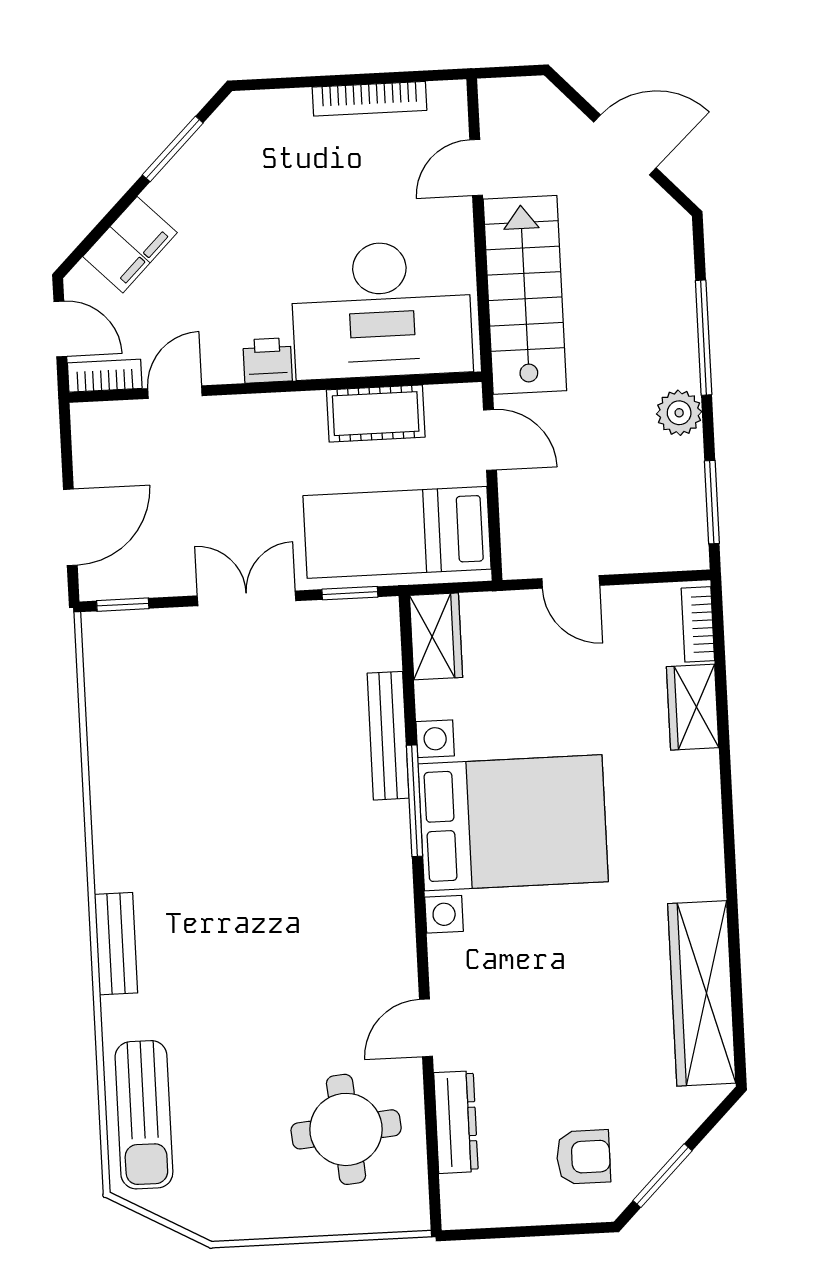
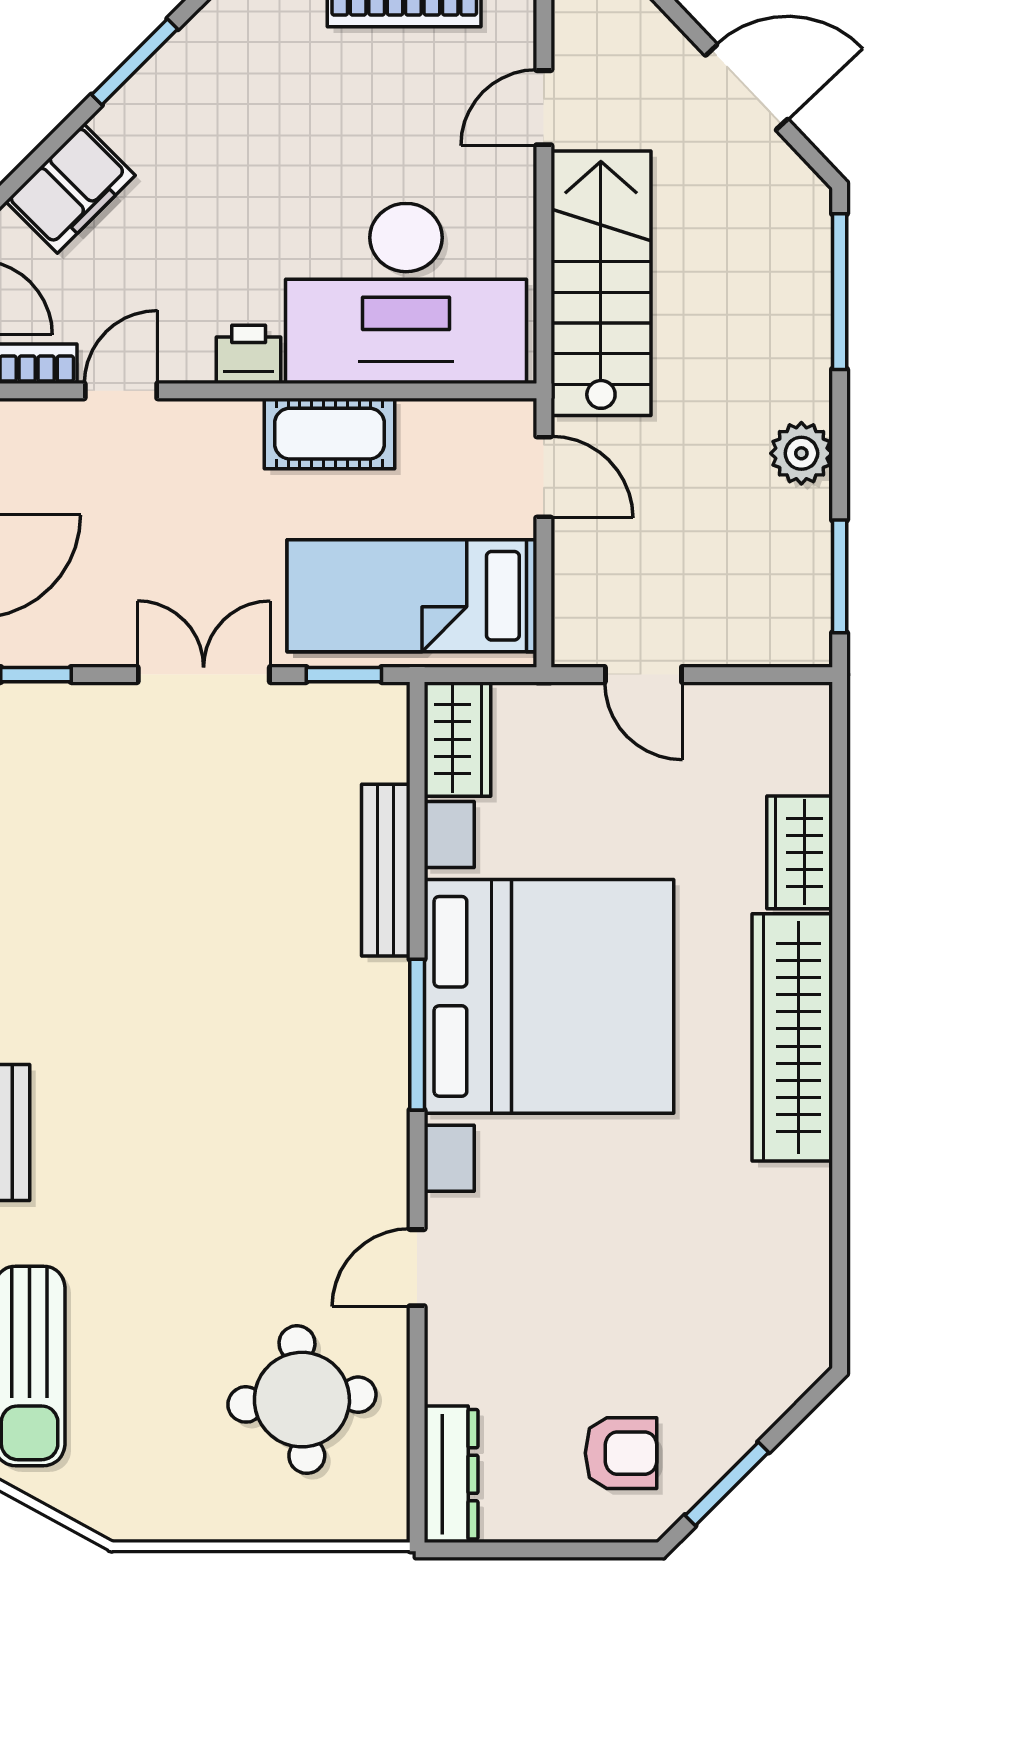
window: (704, 338) -> (840, 292), moved
cot: (376, 414) -> (330, 434), moved
bookcase: (698, 624) -> (812, 741), removed
window: (414, 801) -> (417, 1035), moved
bed with nightstands: (513, 823) -> (549, 996), width x1.36
wardrobe: (702, 993) -> (792, 1037), moved
dresser: (456, 1122) -> (451, 1474), moved

